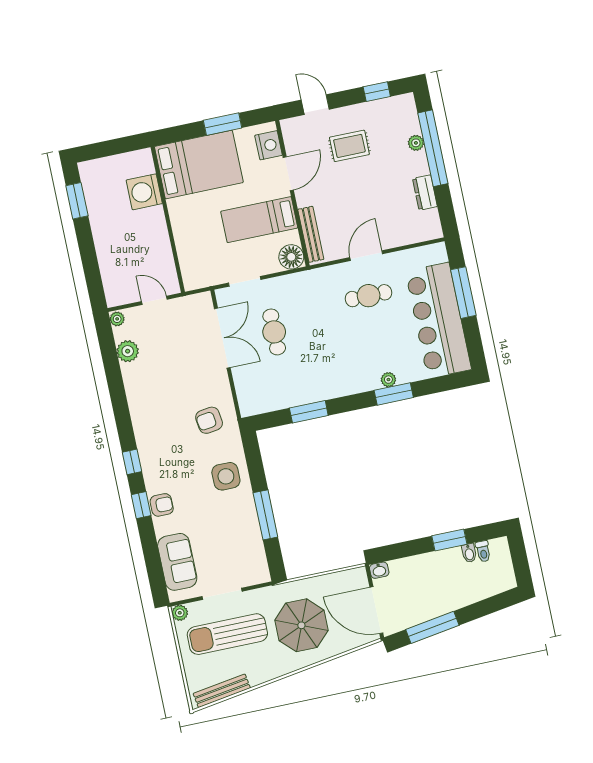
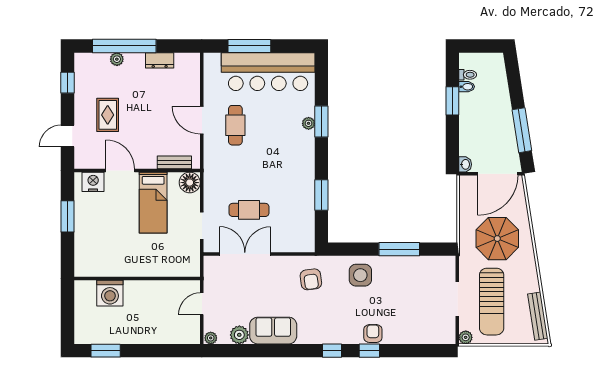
bed: (199, 165) -> (97, 243), removed
bench: (311, 234) -> (174, 162), width x0.73
sofa: (177, 562) -> (273, 331), moved

